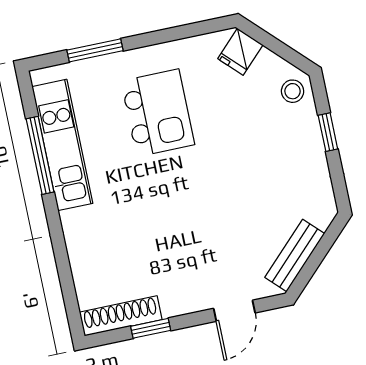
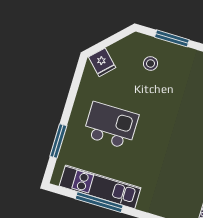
stool: (293, 91) -> (151, 63), moved
window: (328, 132) -> (172, 38), width x1.50

